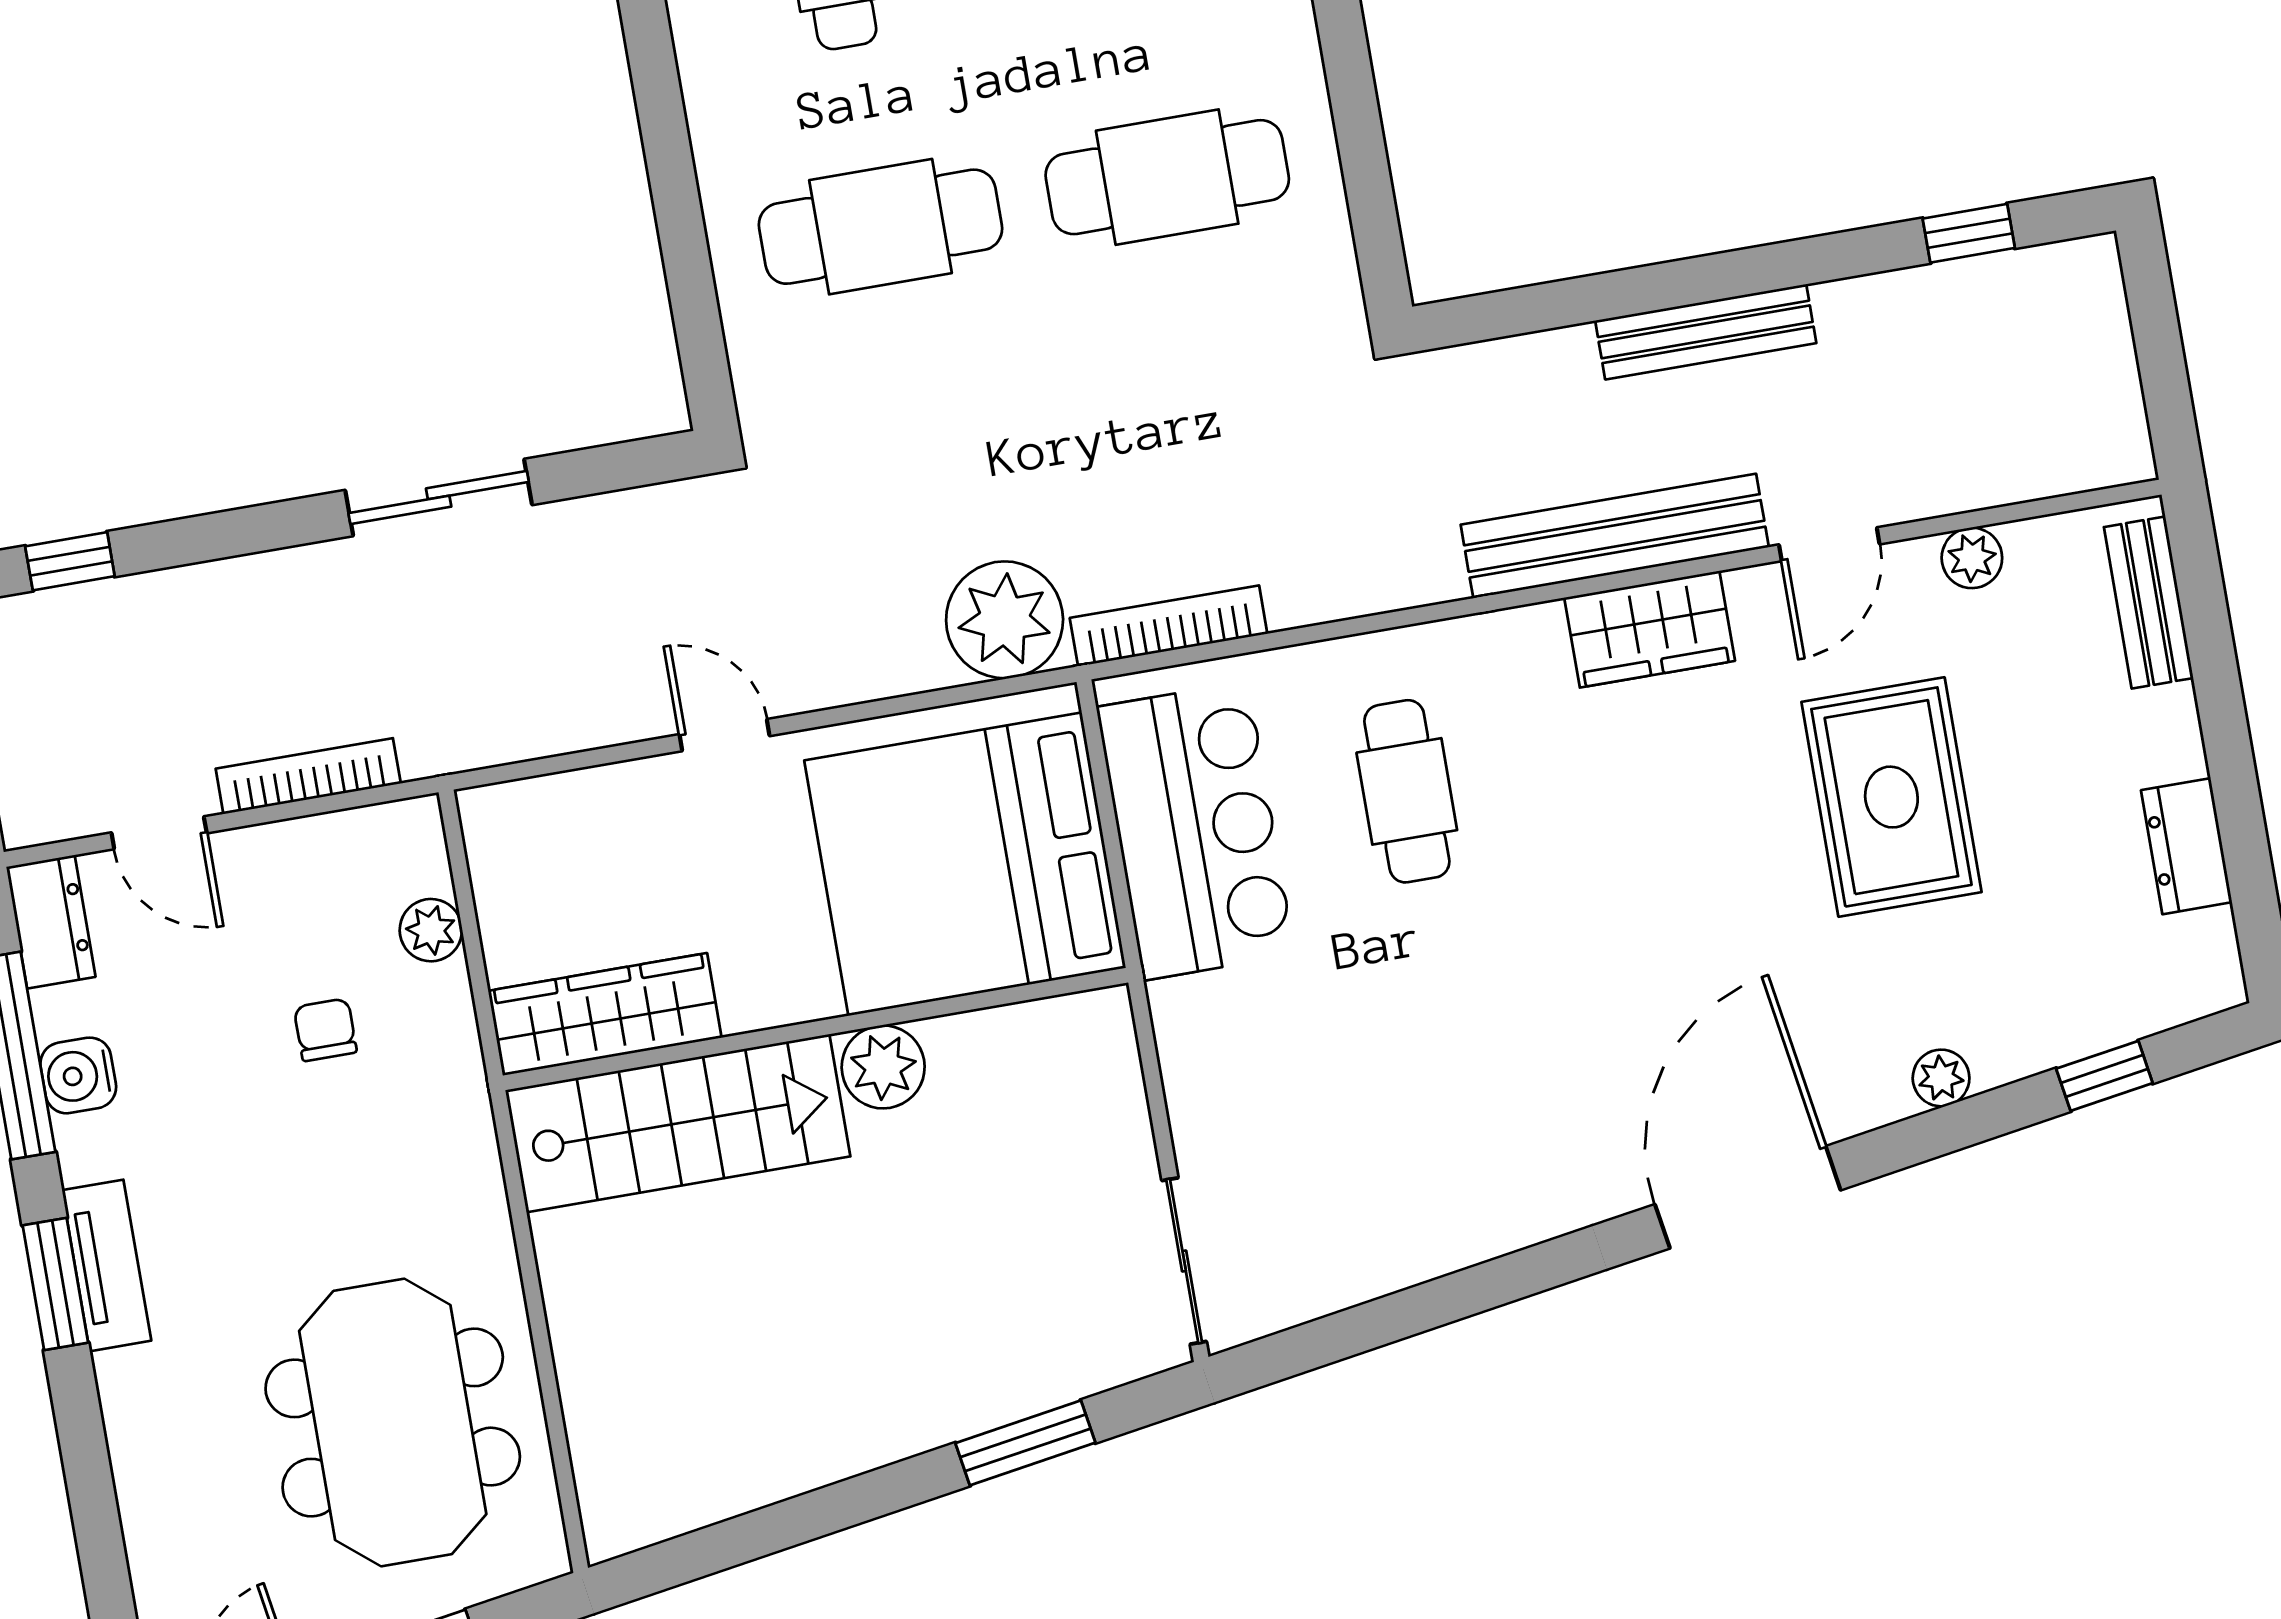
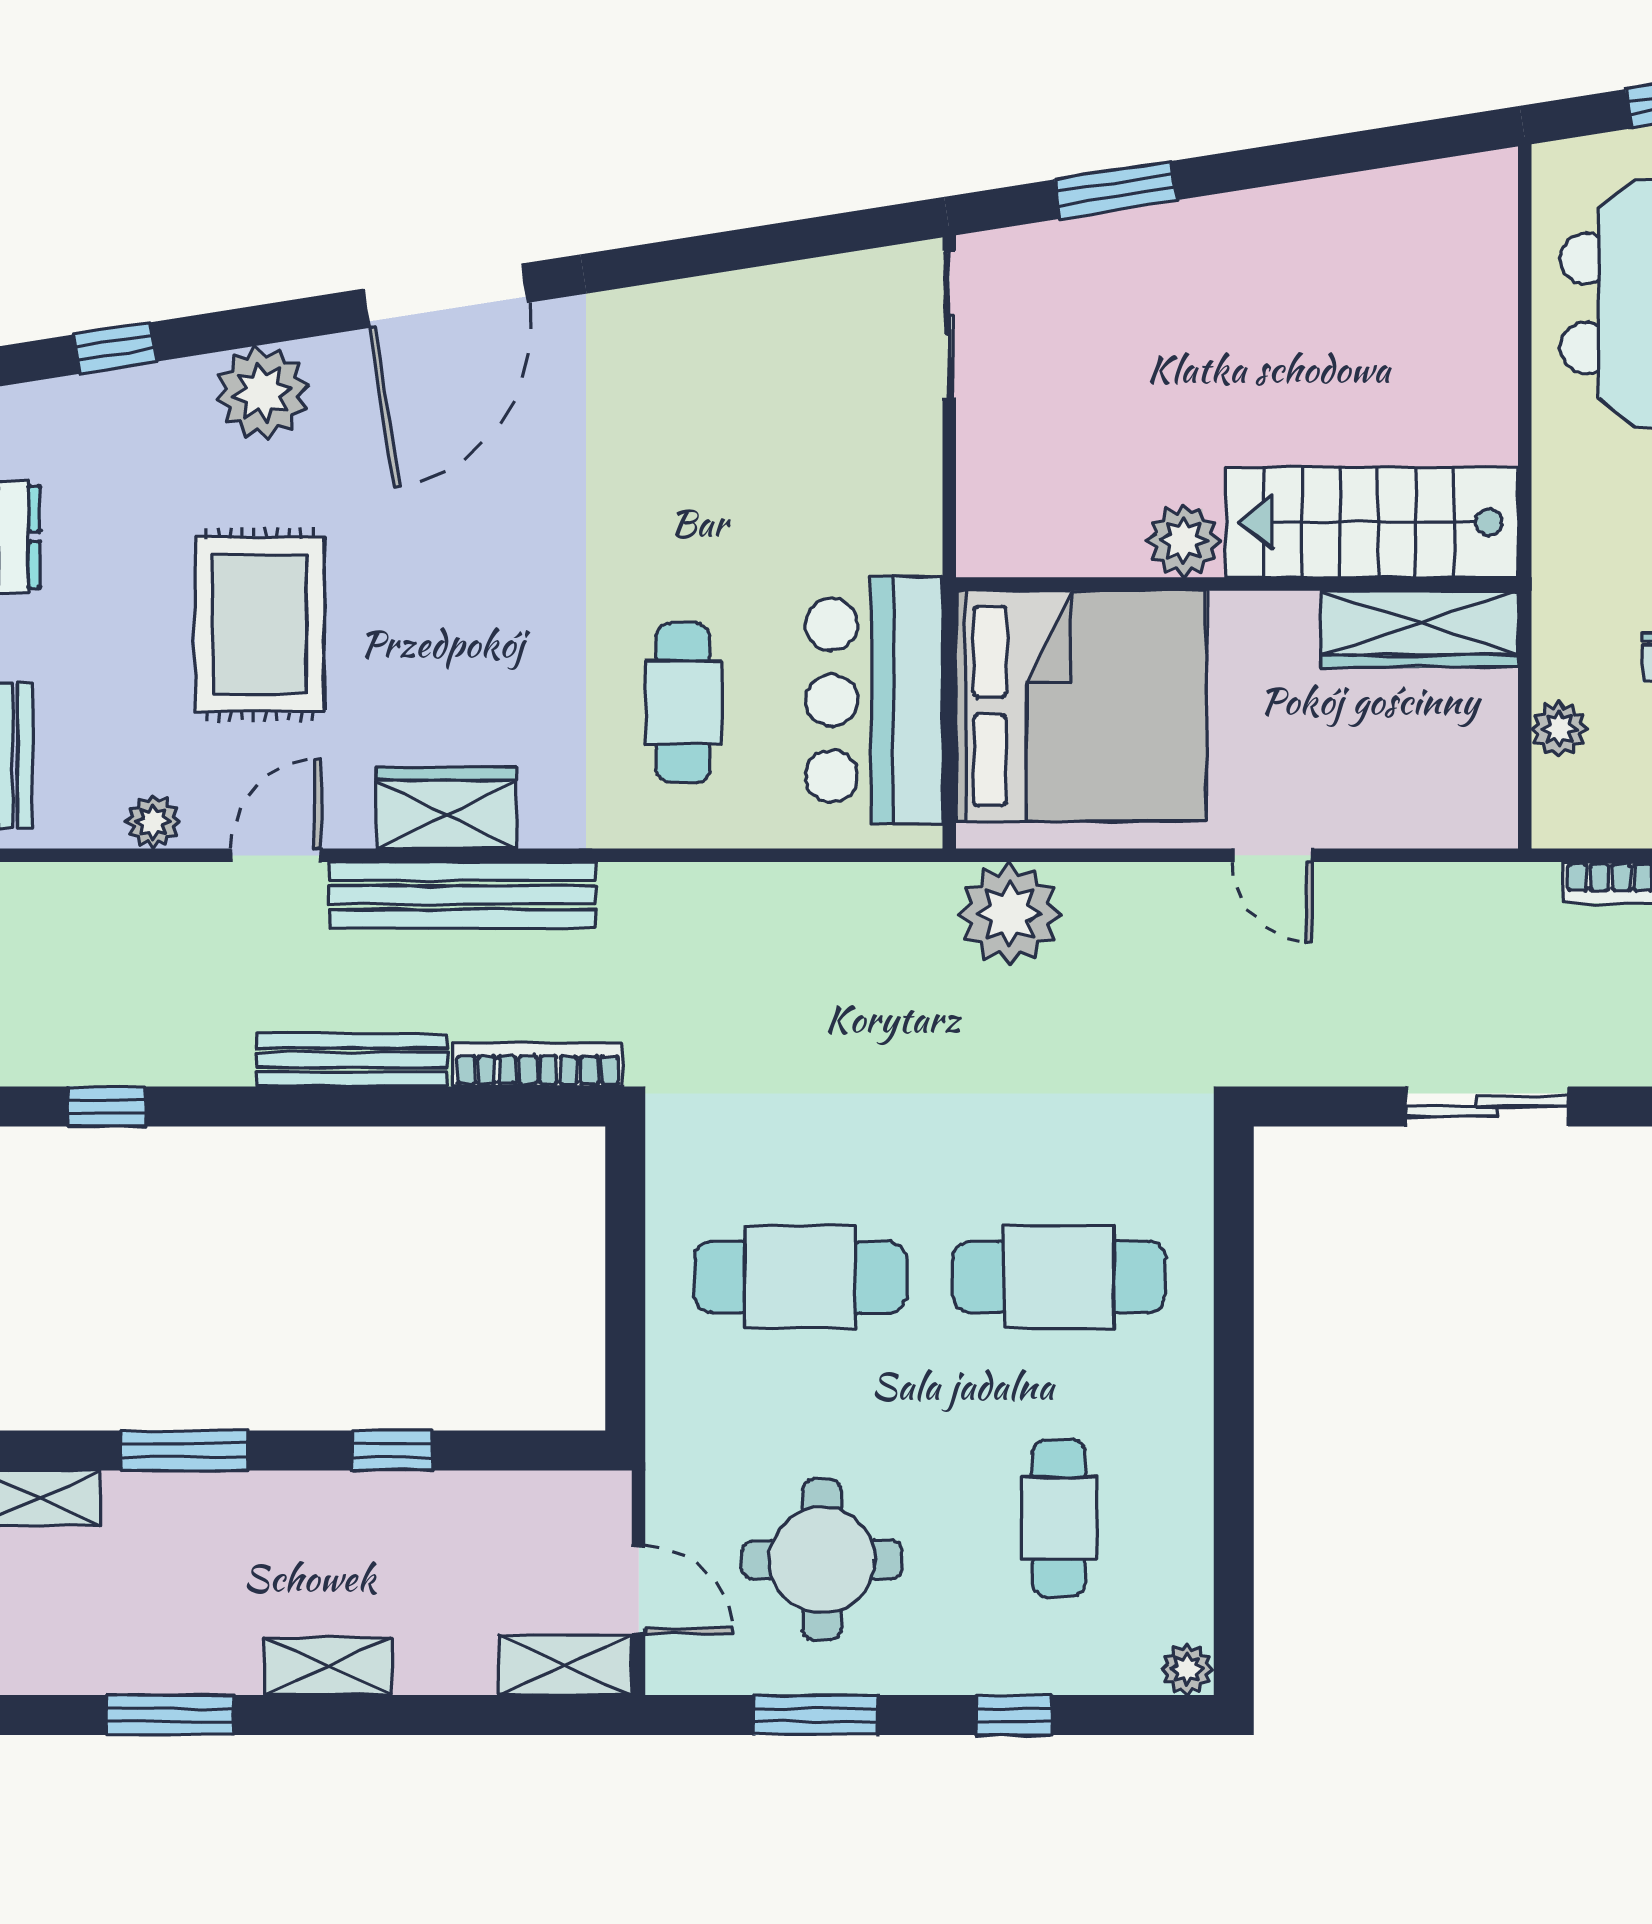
bookcase: (1169, 626) -> (538, 1065), moved, turned 180
plant: (1941, 1078) -> (262, 393), width x1.87, depth x1.87

